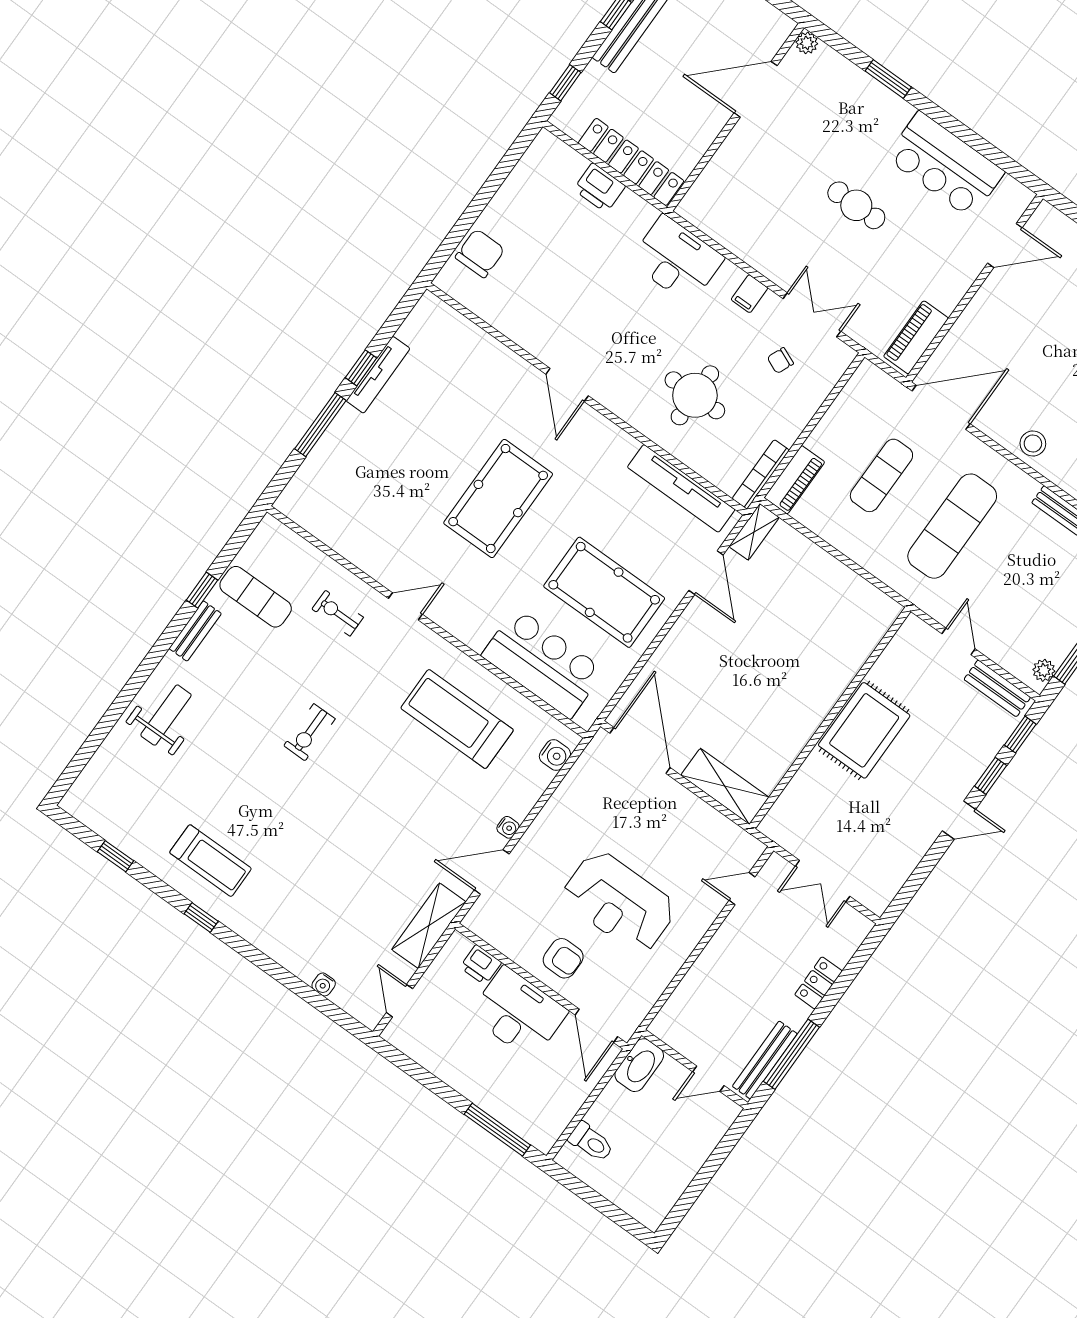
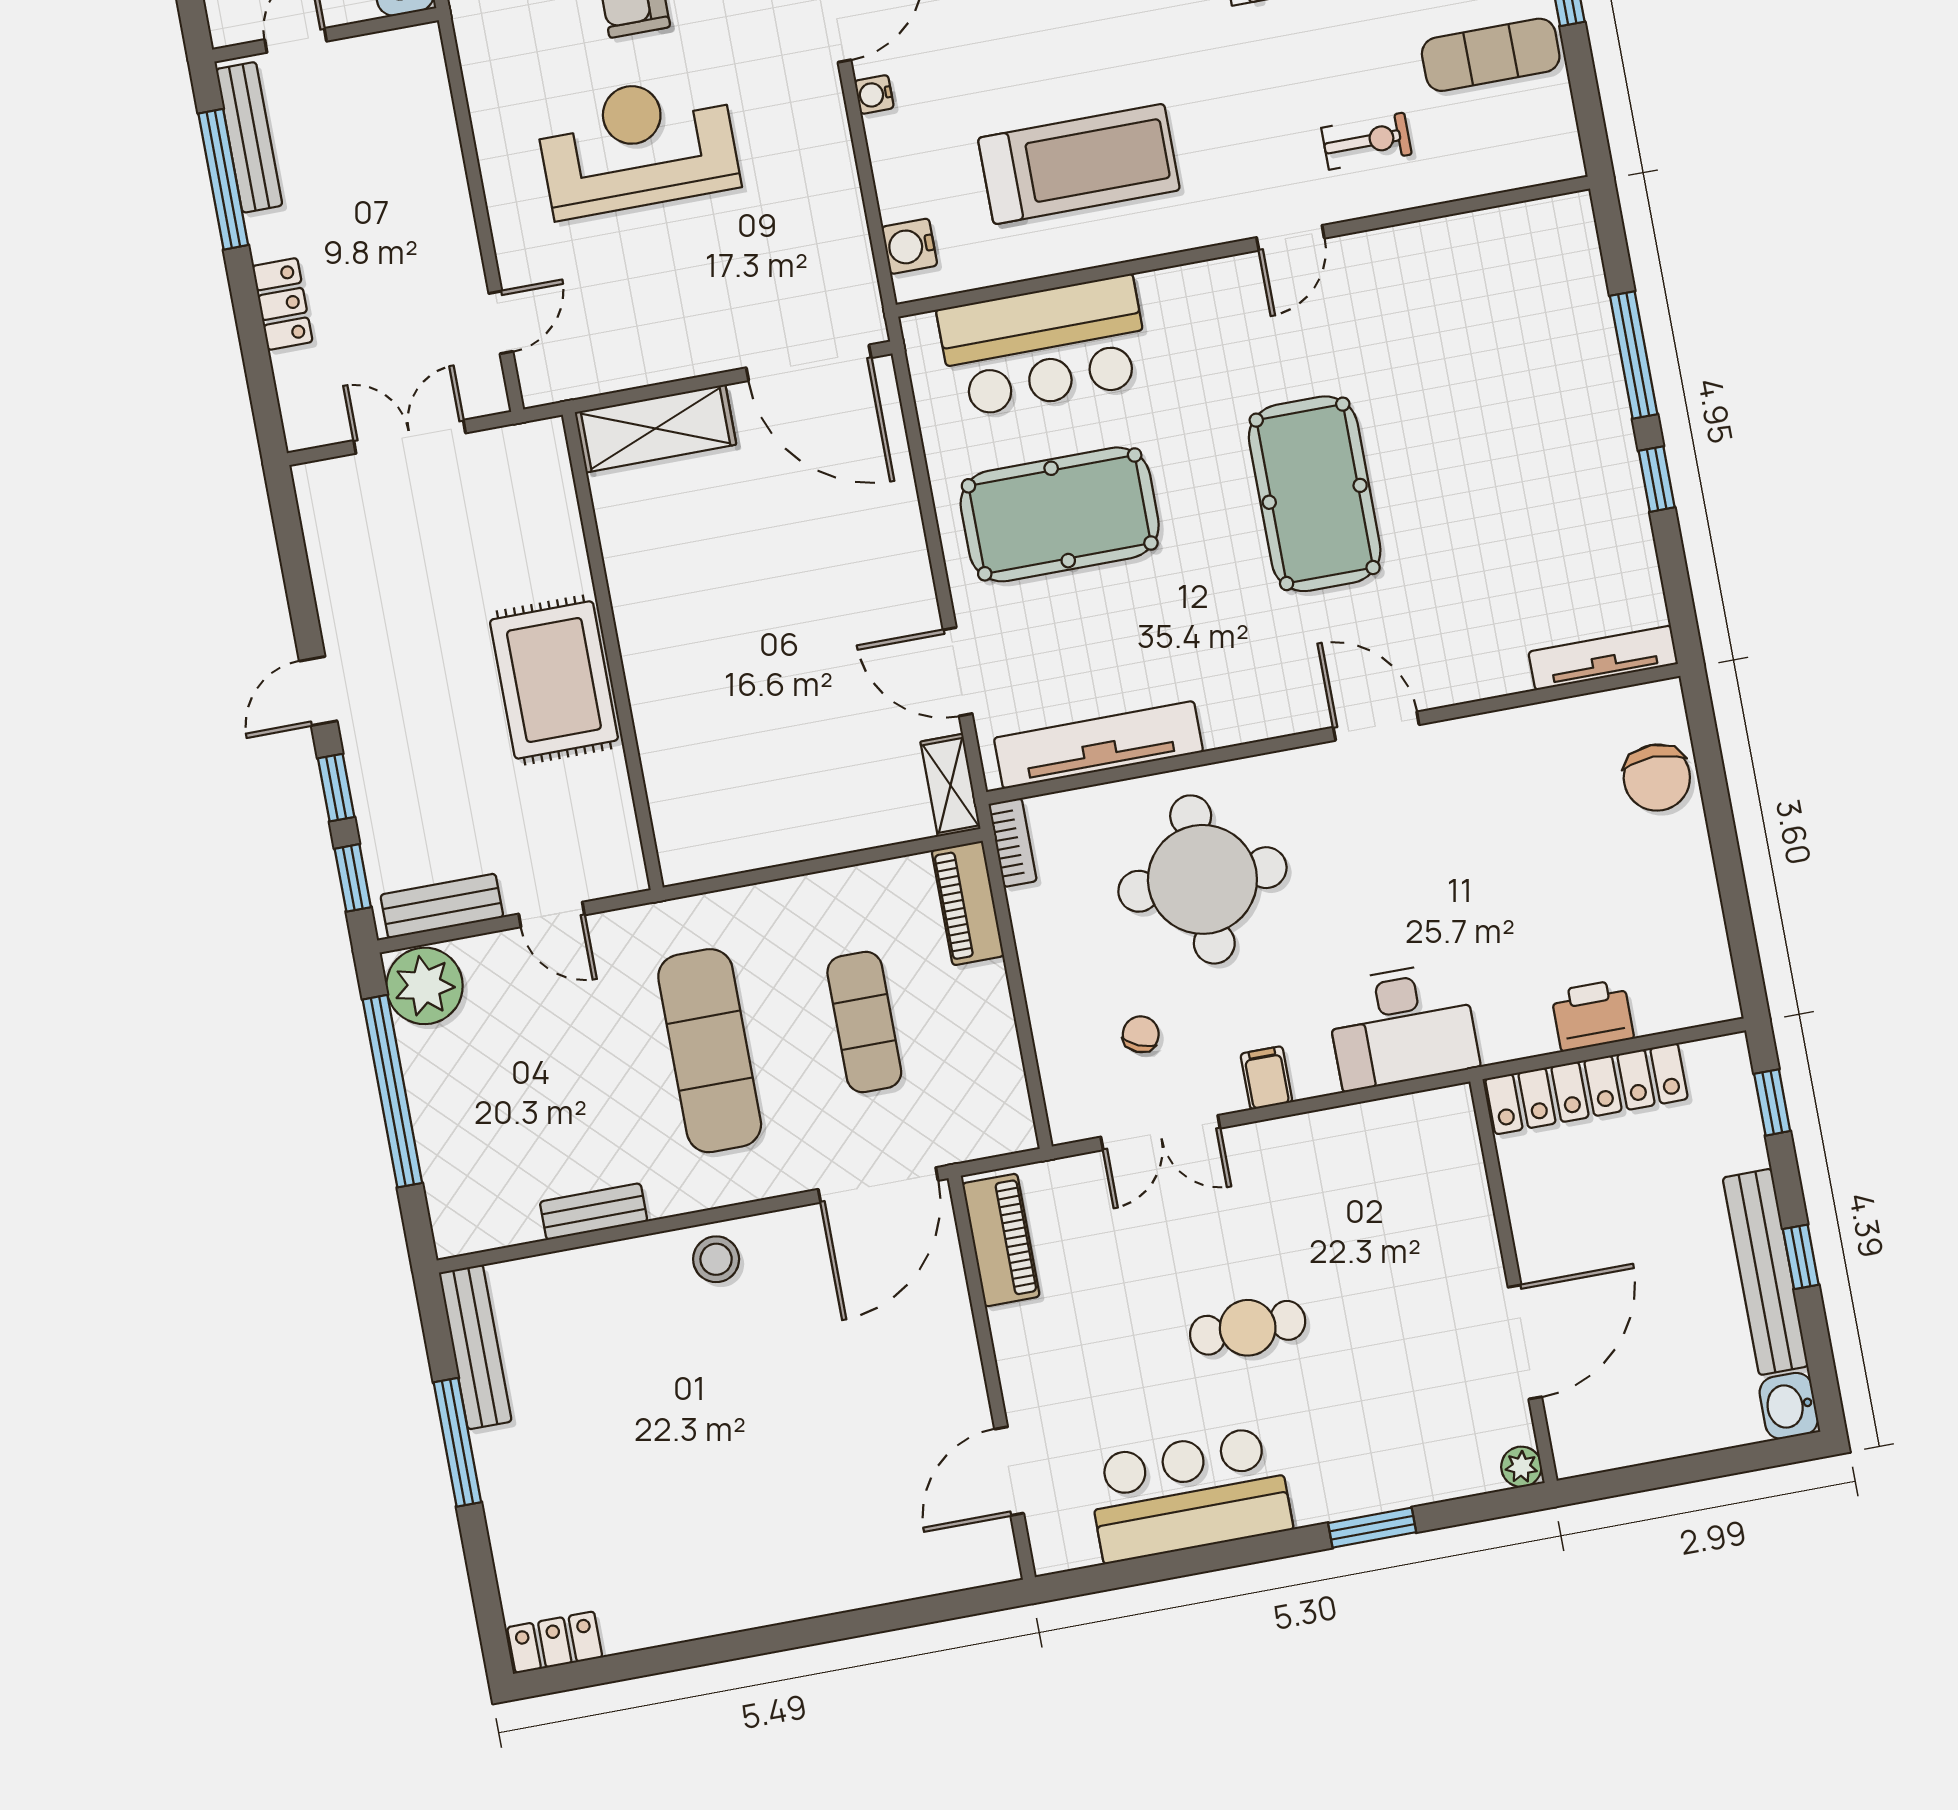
tv unit: (378, 375) -> (1603, 658), moved, turned 90
round table: (695, 395) -> (1202, 879), width x1.36, depth x1.36
bookcase: (761, 474) -> (1013, 843), width x0.64
plant: (1044, 670) -> (424, 986), width x1.88, depth x1.88

